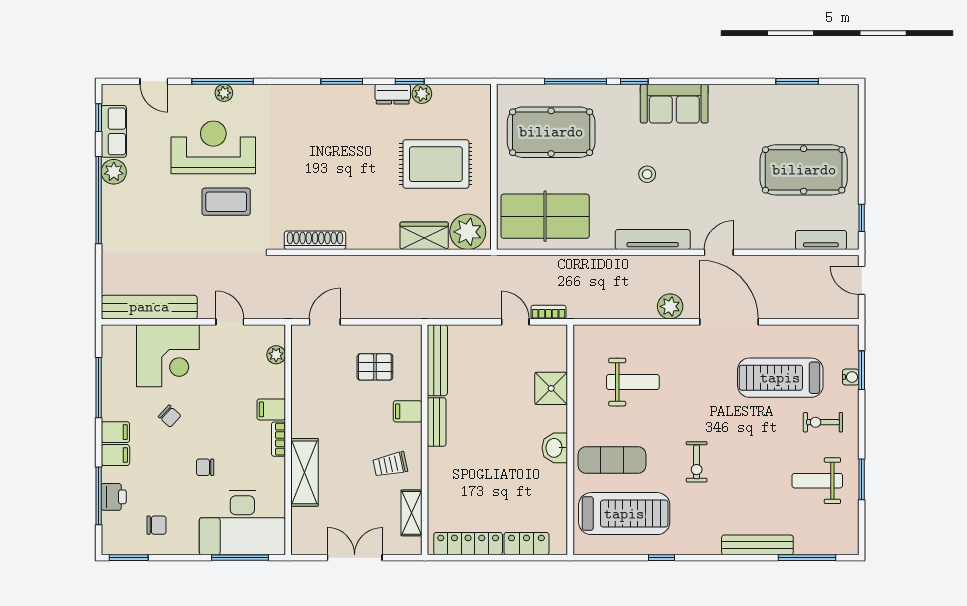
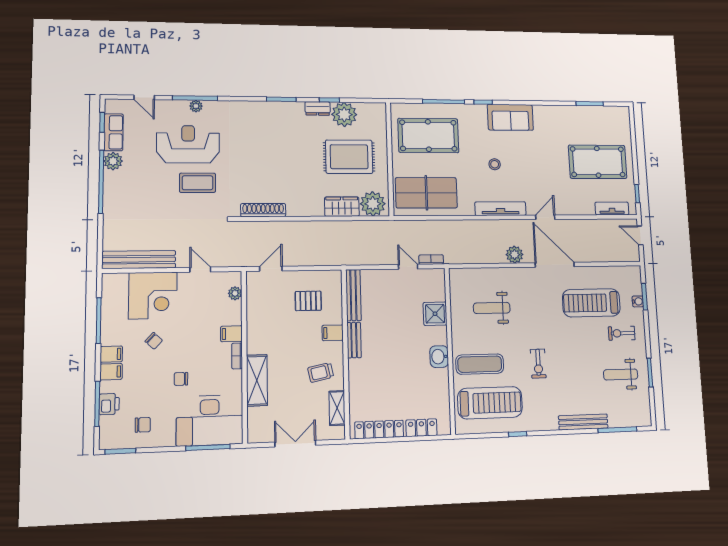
plant: (422, 94) -> (344, 114), width x1.88, depth x1.88
weight bench: (633, 382) -> (492, 308), turned 180

